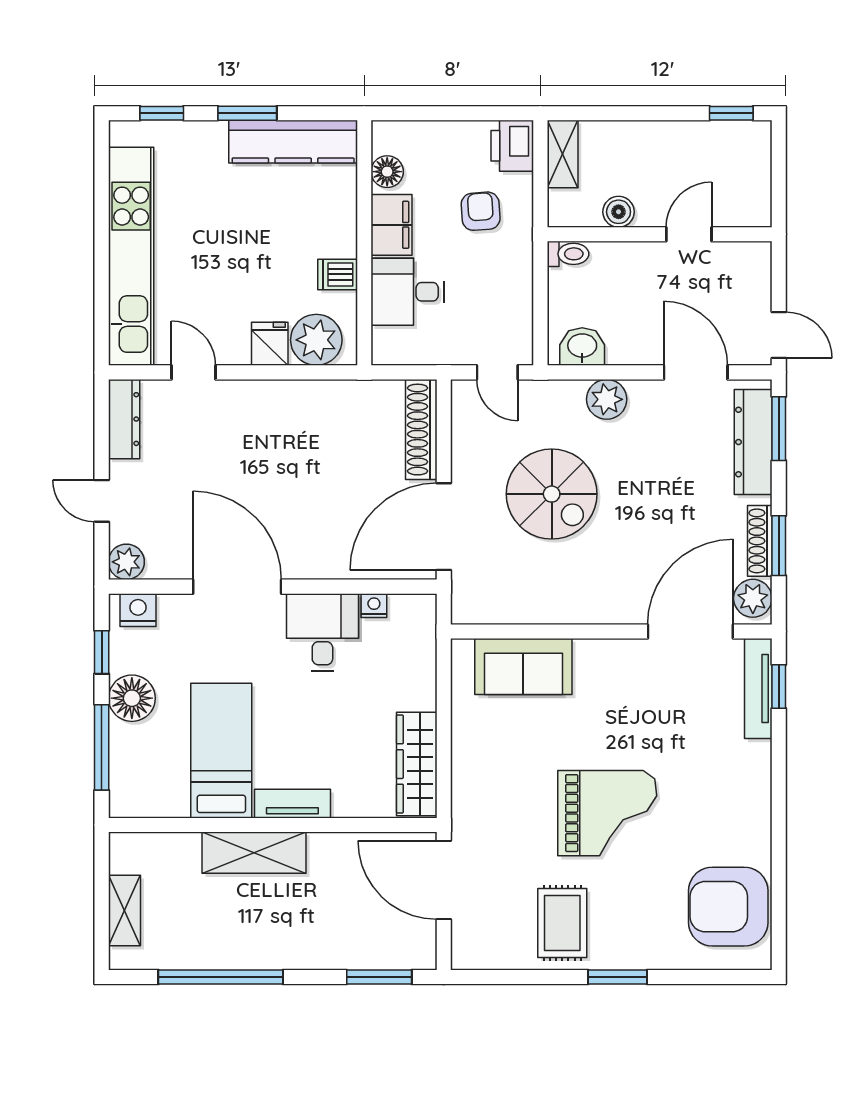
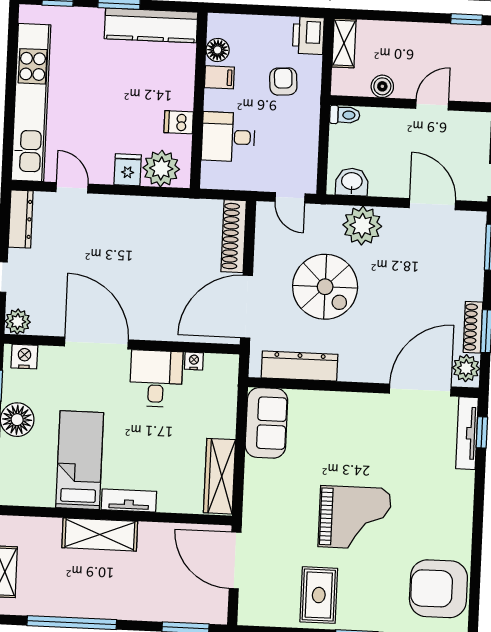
filing cabinet: (391, 225) -> (219, 77), width x0.50
plant: (607, 399) -> (362, 226), width x1.36, depth x1.36
dresser: (753, 442) -> (300, 366), moved, turned 90
sofa: (523, 666) -> (266, 423), moved, turned -90

